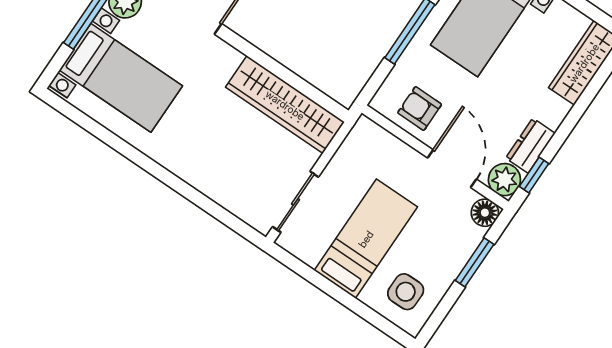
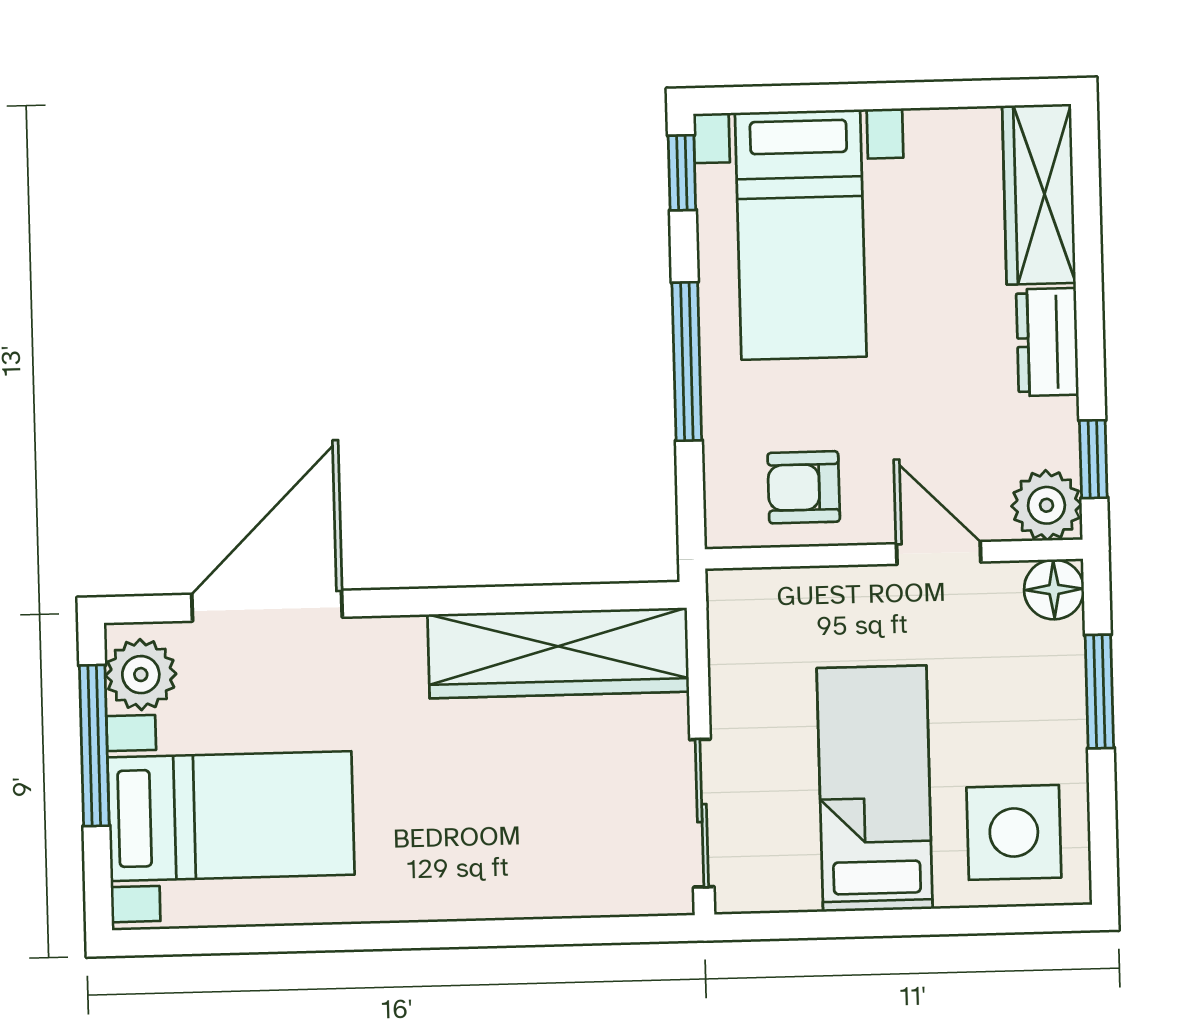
dresser: (530, 146) -> (1047, 342), moved
door: (452, 169) -> (939, 553), width x0.73
side table: (406, 292) -> (1014, 832), width x1.37, depth x1.37

